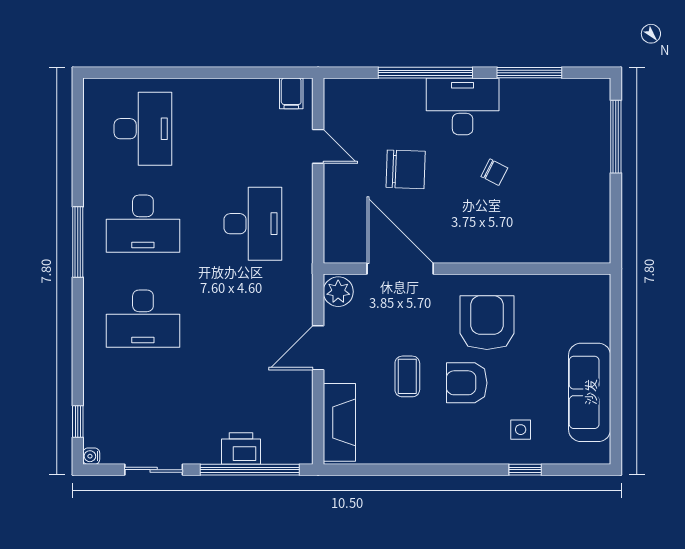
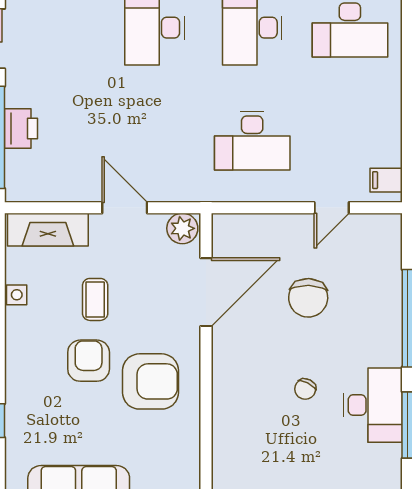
desk: (463, 106) -> (373, 405), moved
coffee table: (407, 376) -> (95, 299), turned 90
side table: (521, 430) -> (17, 295), moved

